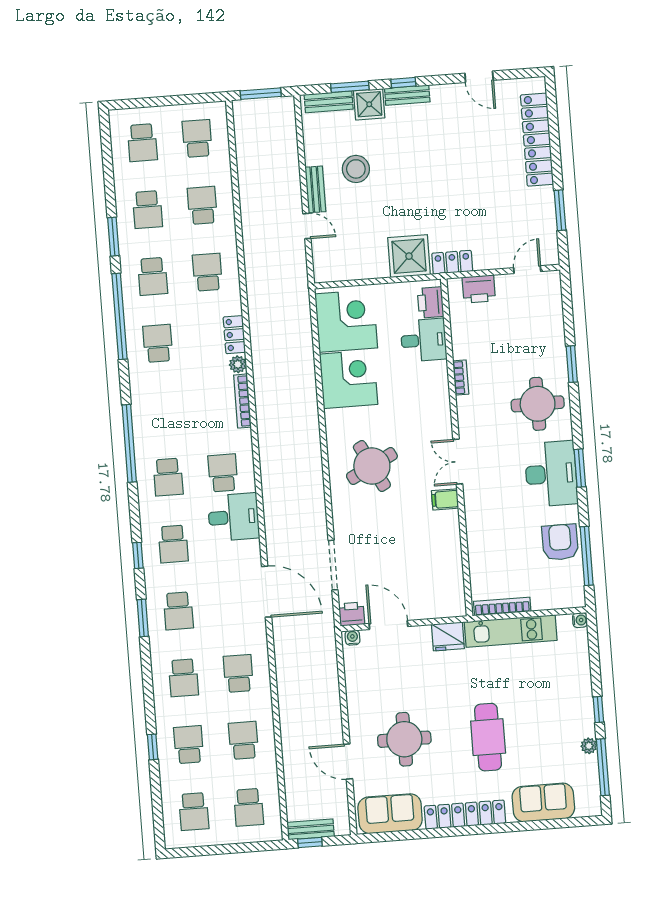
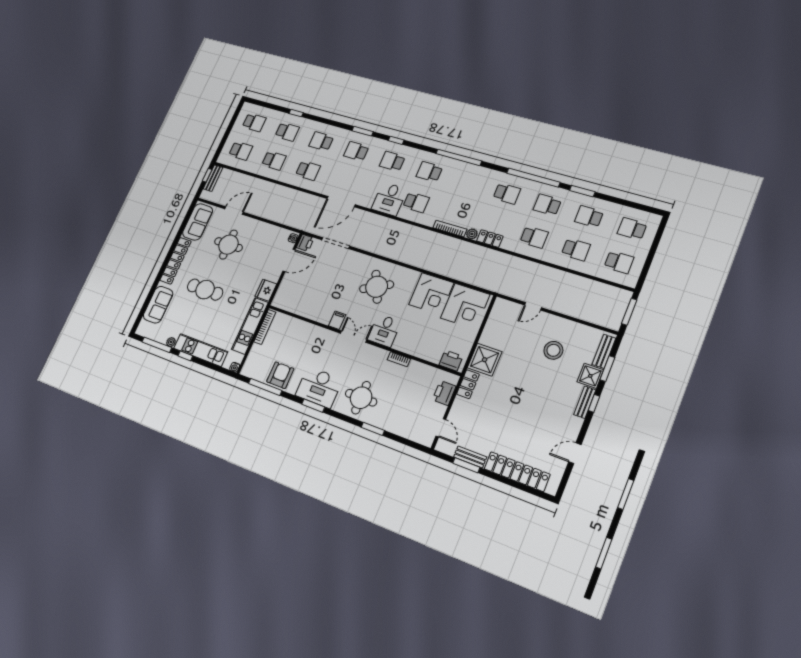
bench: (315, 189) -> (470, 457), moved
desk: (424, 340) -> (384, 331), moved
armchair: (560, 542) -> (280, 375), turned -90
kitchen unit: (579, 690) -> (201, 350), added
school desk: (249, 807) -> (241, 151), turned 180
school desk: (194, 811) -> (254, 122), turned 180

